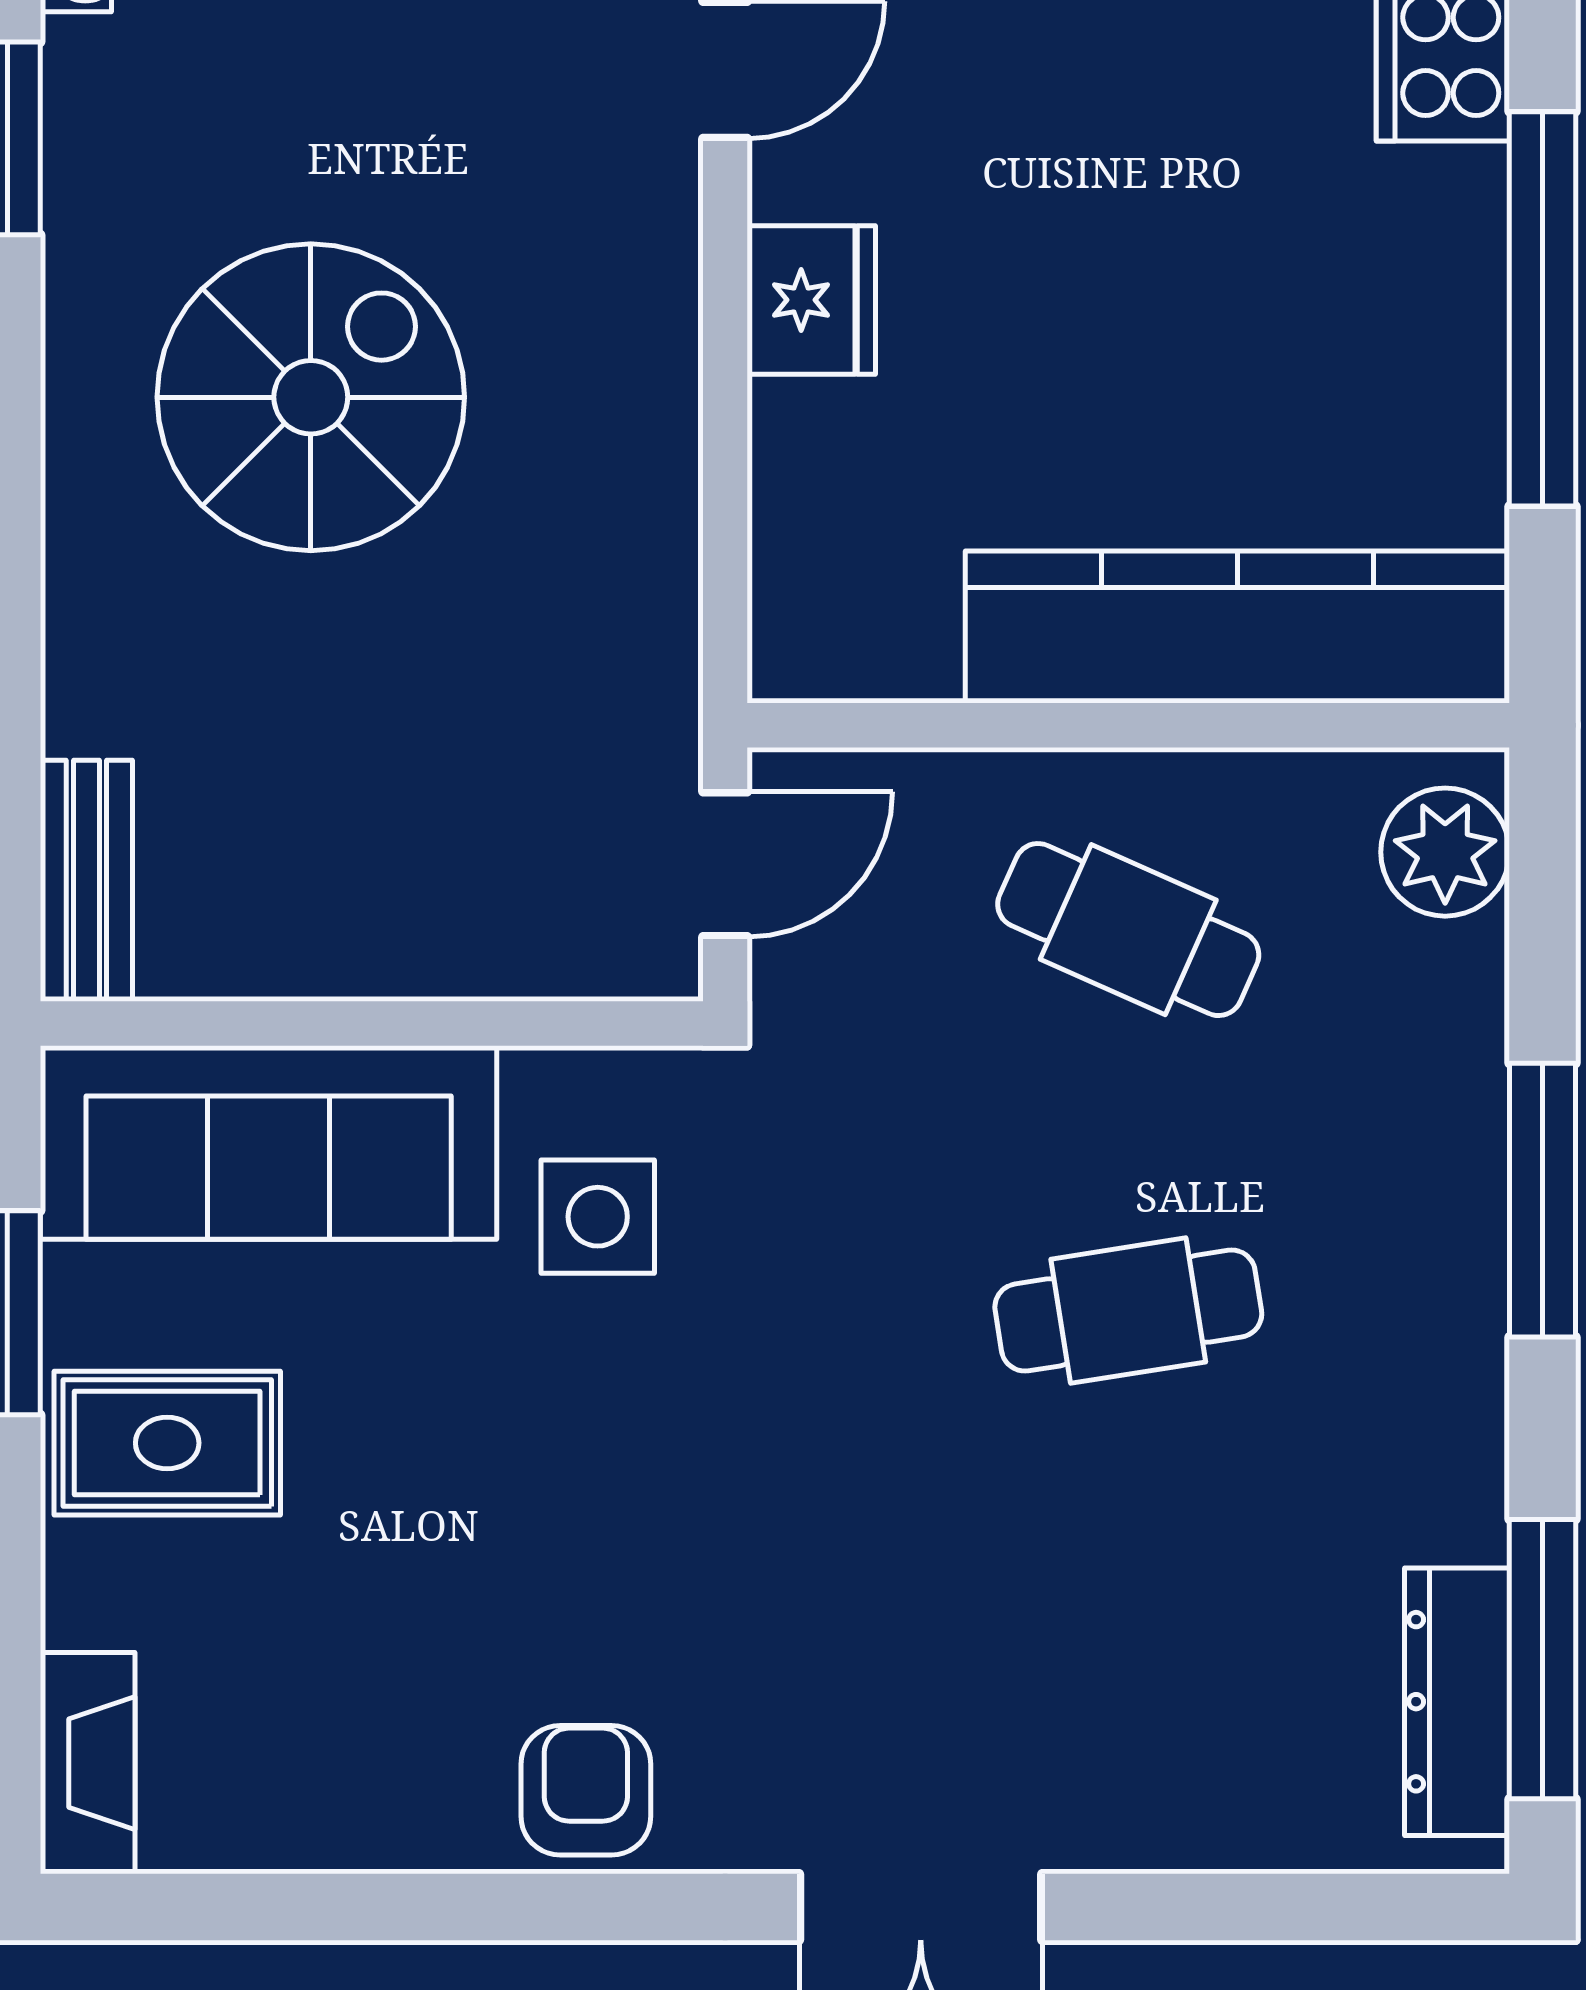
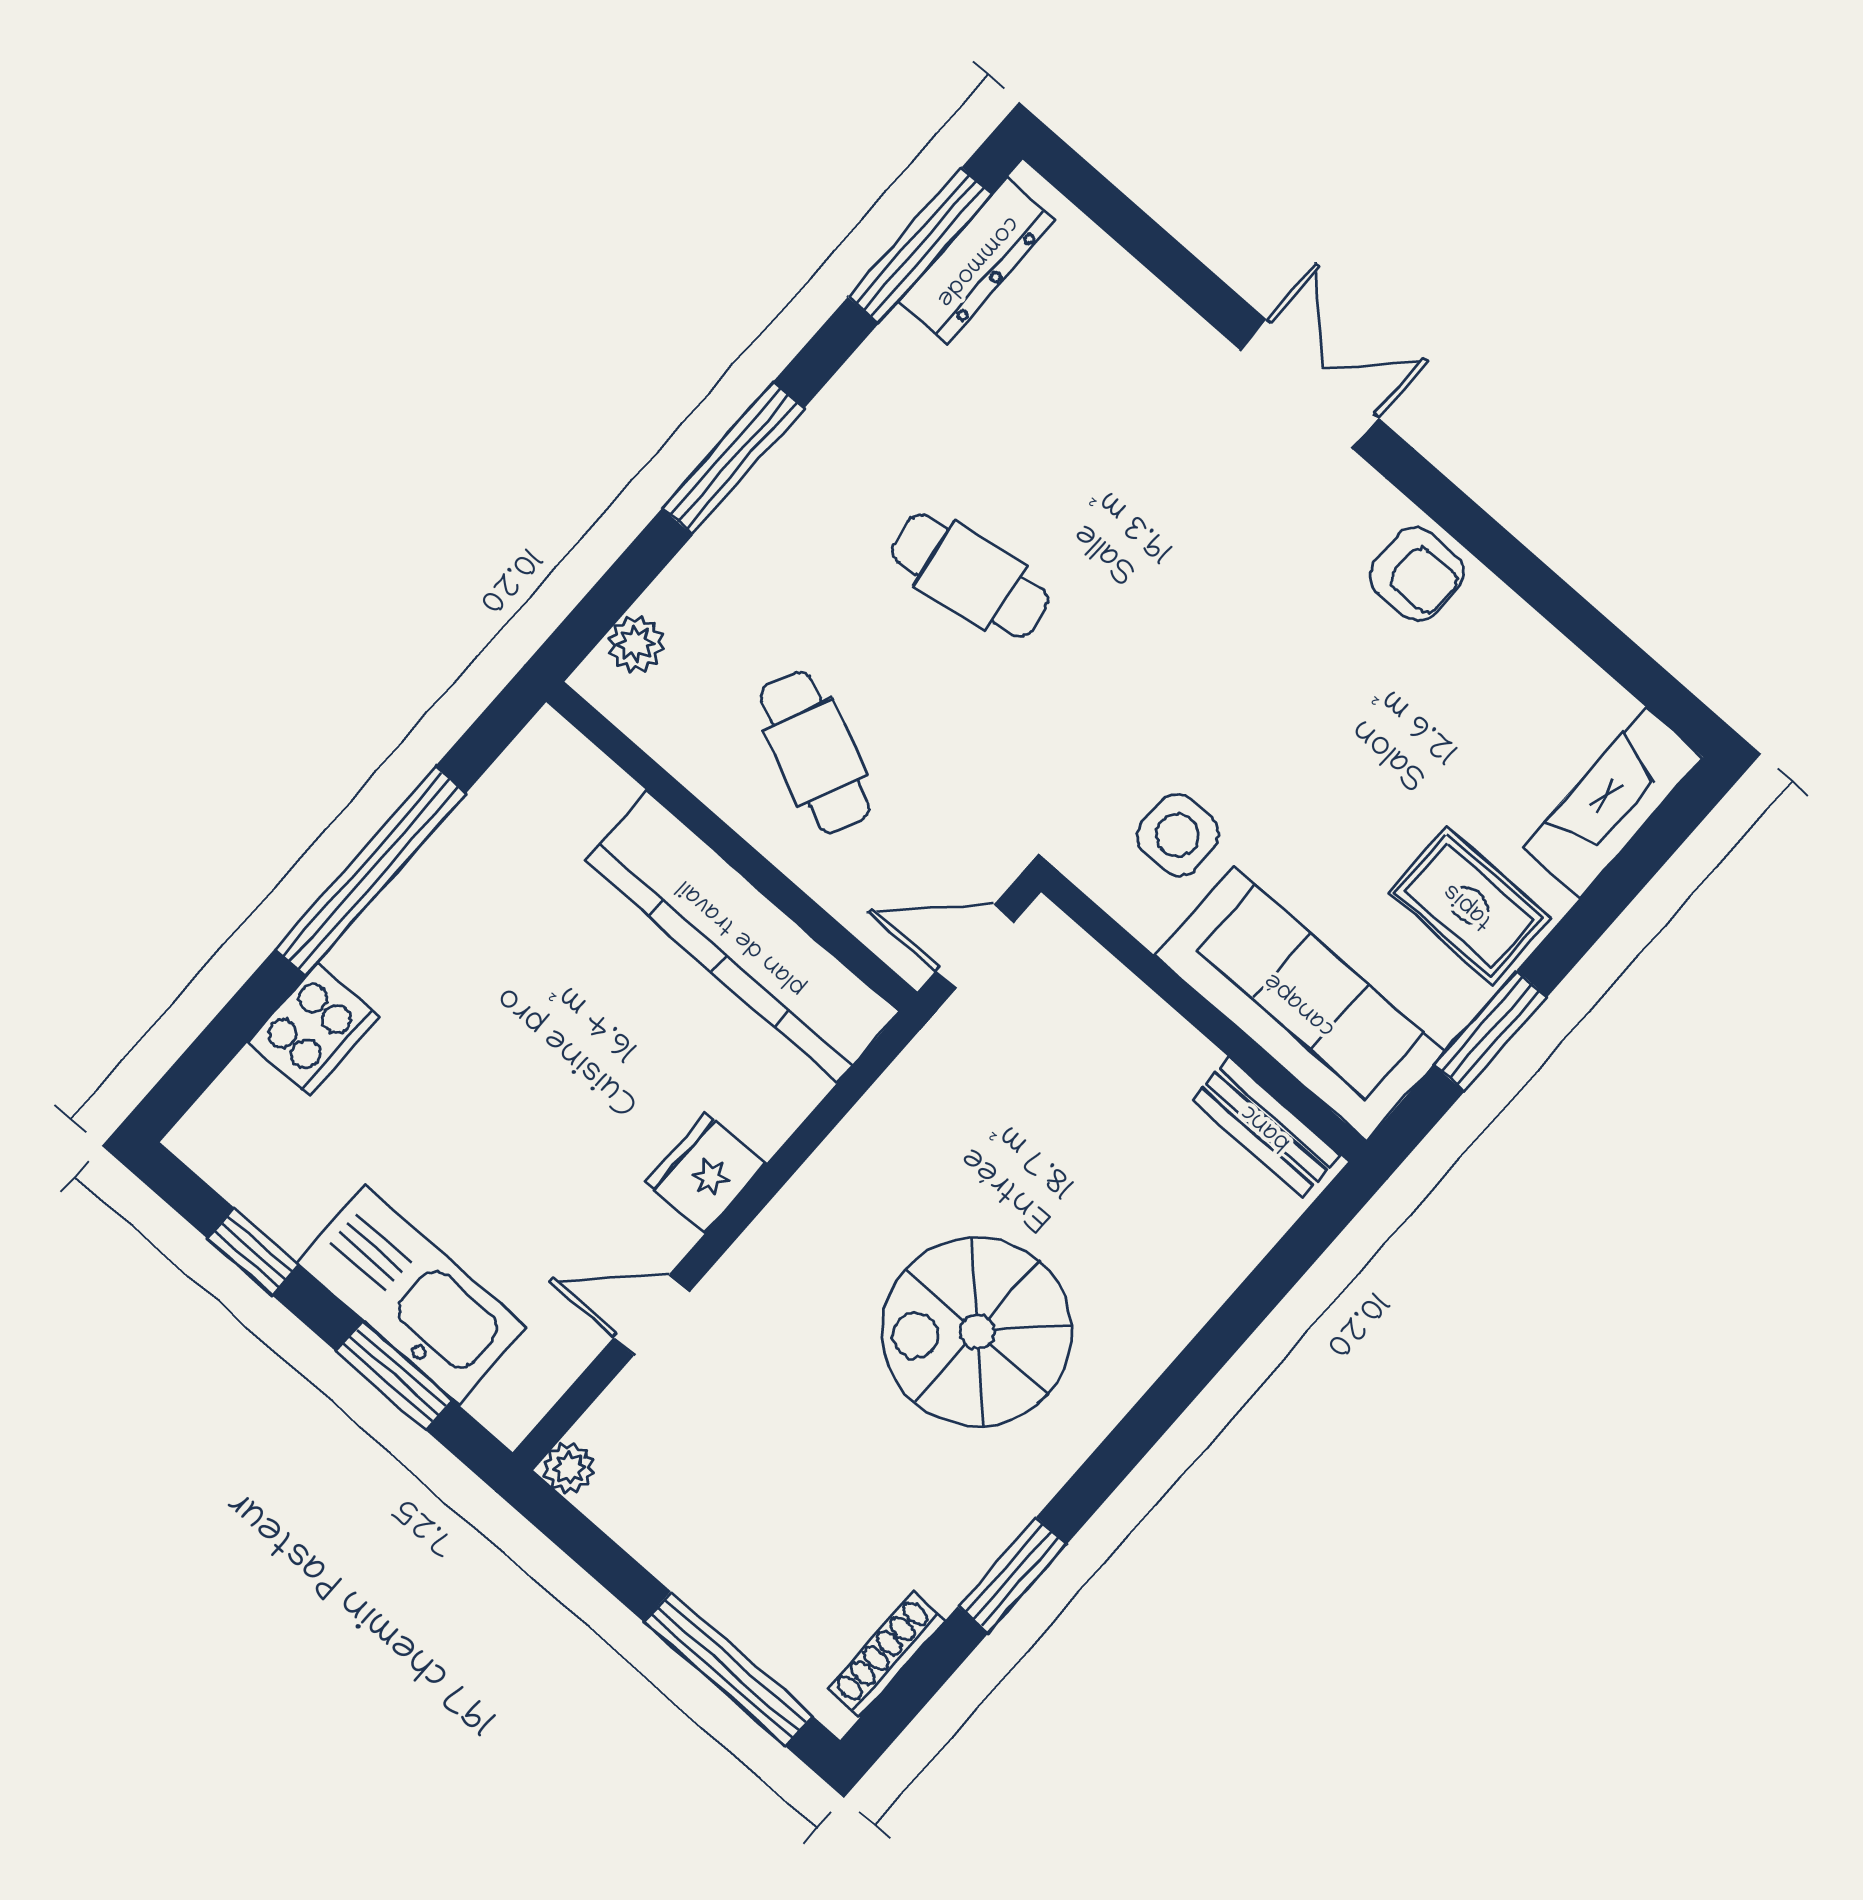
kitchen counter: (1237, 627) -> (742, 937), moved
plant: (1445, 852) -> (636, 644), width x0.73, depth x0.73
bench: (86, 881) -> (1266, 1127), moved, turned 90
fireplace: (88, 1763) -> (1613, 802), width x1.37, depth x1.32
armchair: (586, 1790) -> (1417, 574), turned -90

